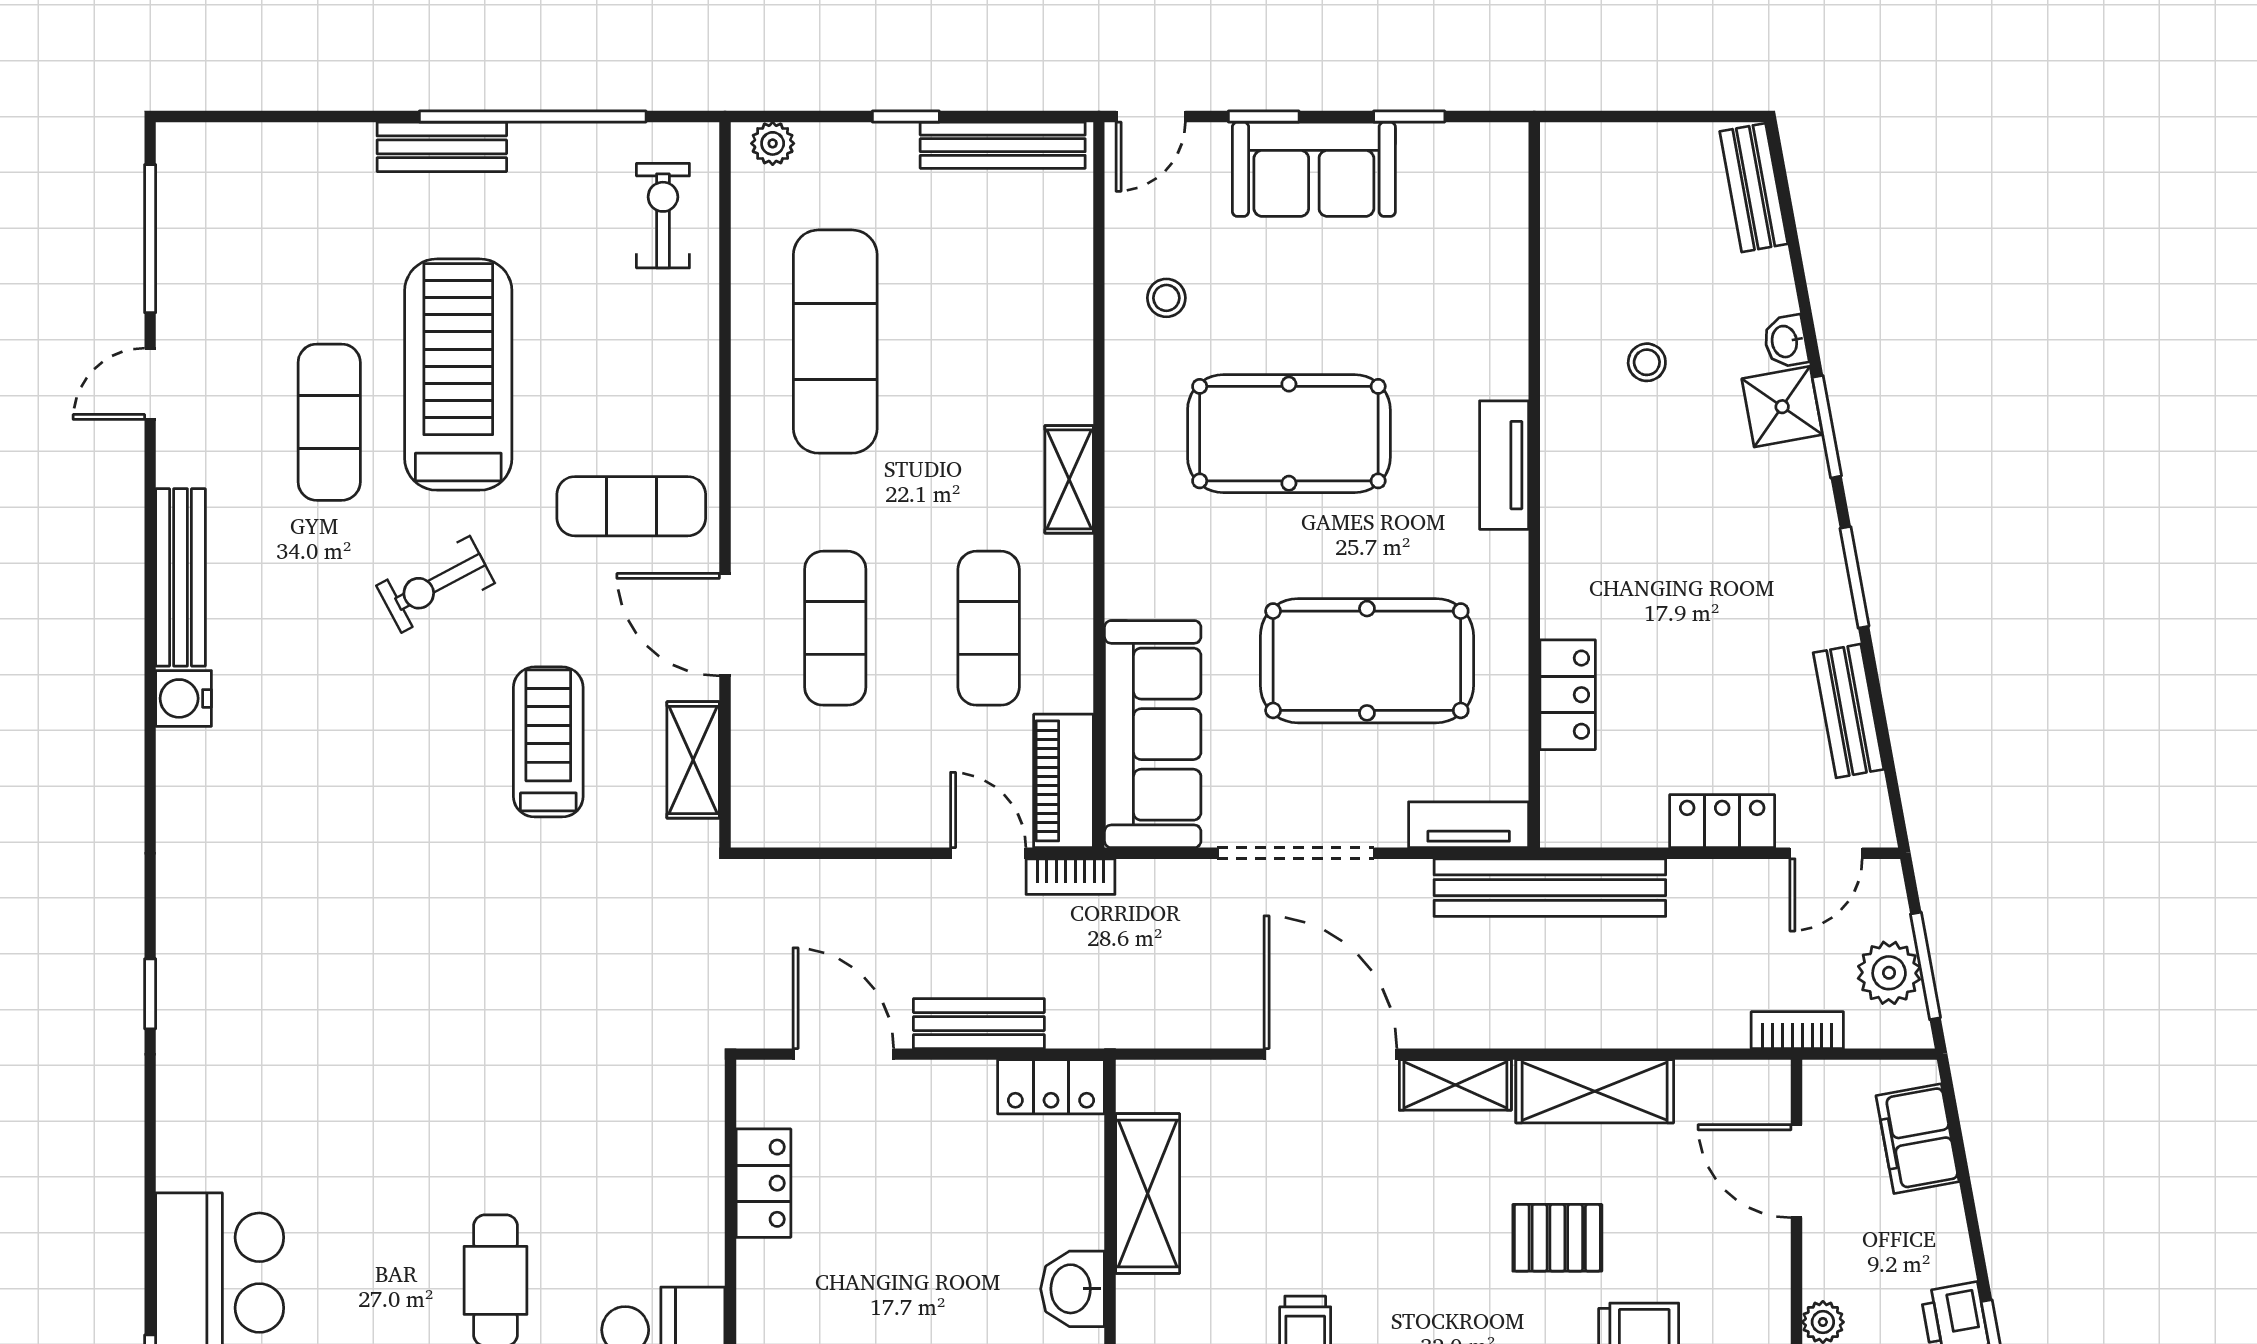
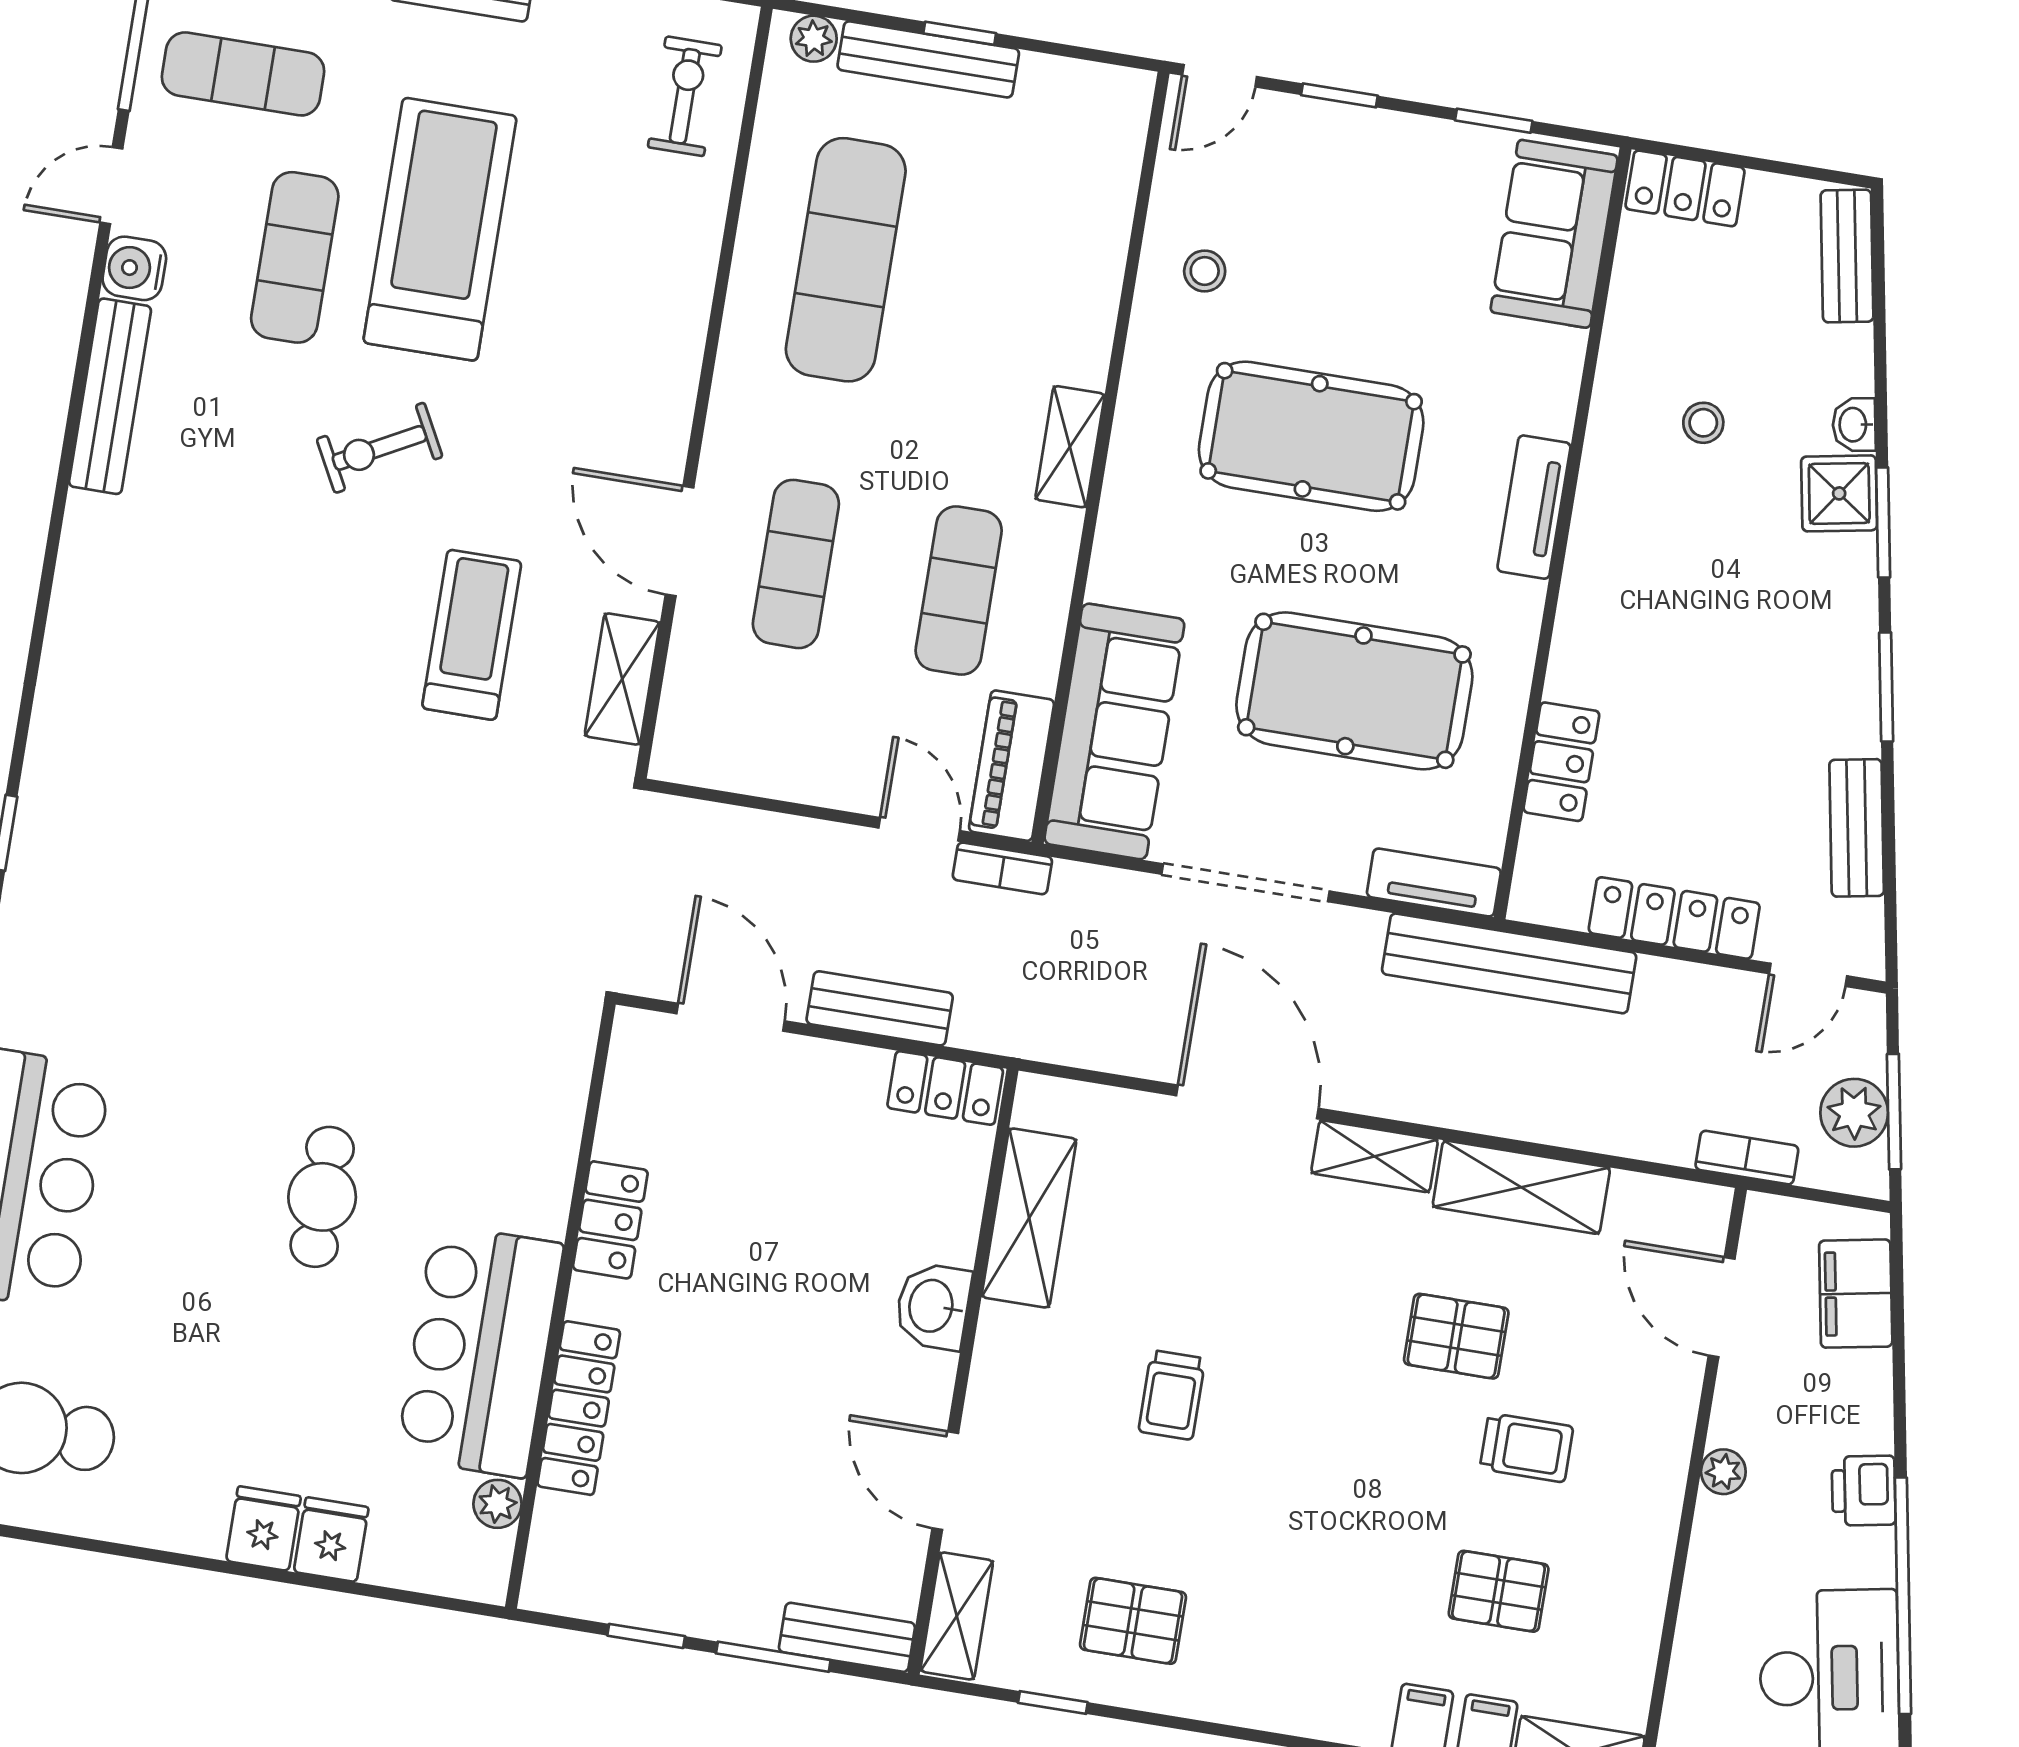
bench: (1003, 145) -> (928, 59), moved
locker: (1595, 150) -> (1685, 188), added
sofa: (1314, 169) -> (1554, 234), moved, turned 90
exercise mat: (631, 506) -> (243, 74), moved
water cooler: (184, 698) -> (134, 268), moved
locker: (1722, 821) -> (1674, 918), width x1.53
locker: (763, 1183) -> (610, 1220), moved

